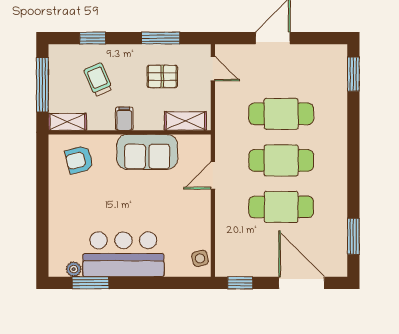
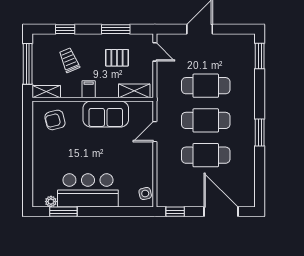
window: (353, 236) -> (260, 132), moved

